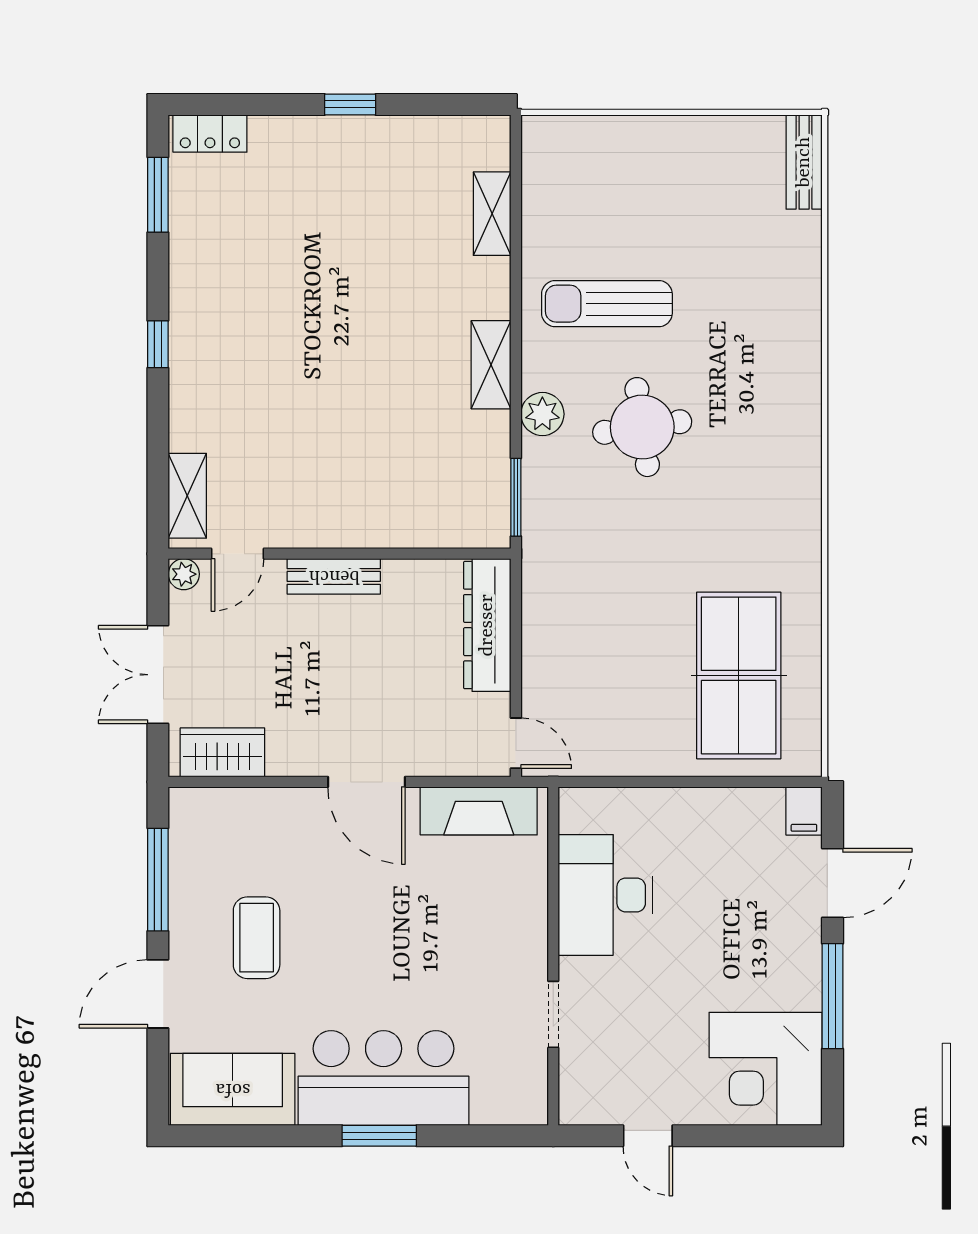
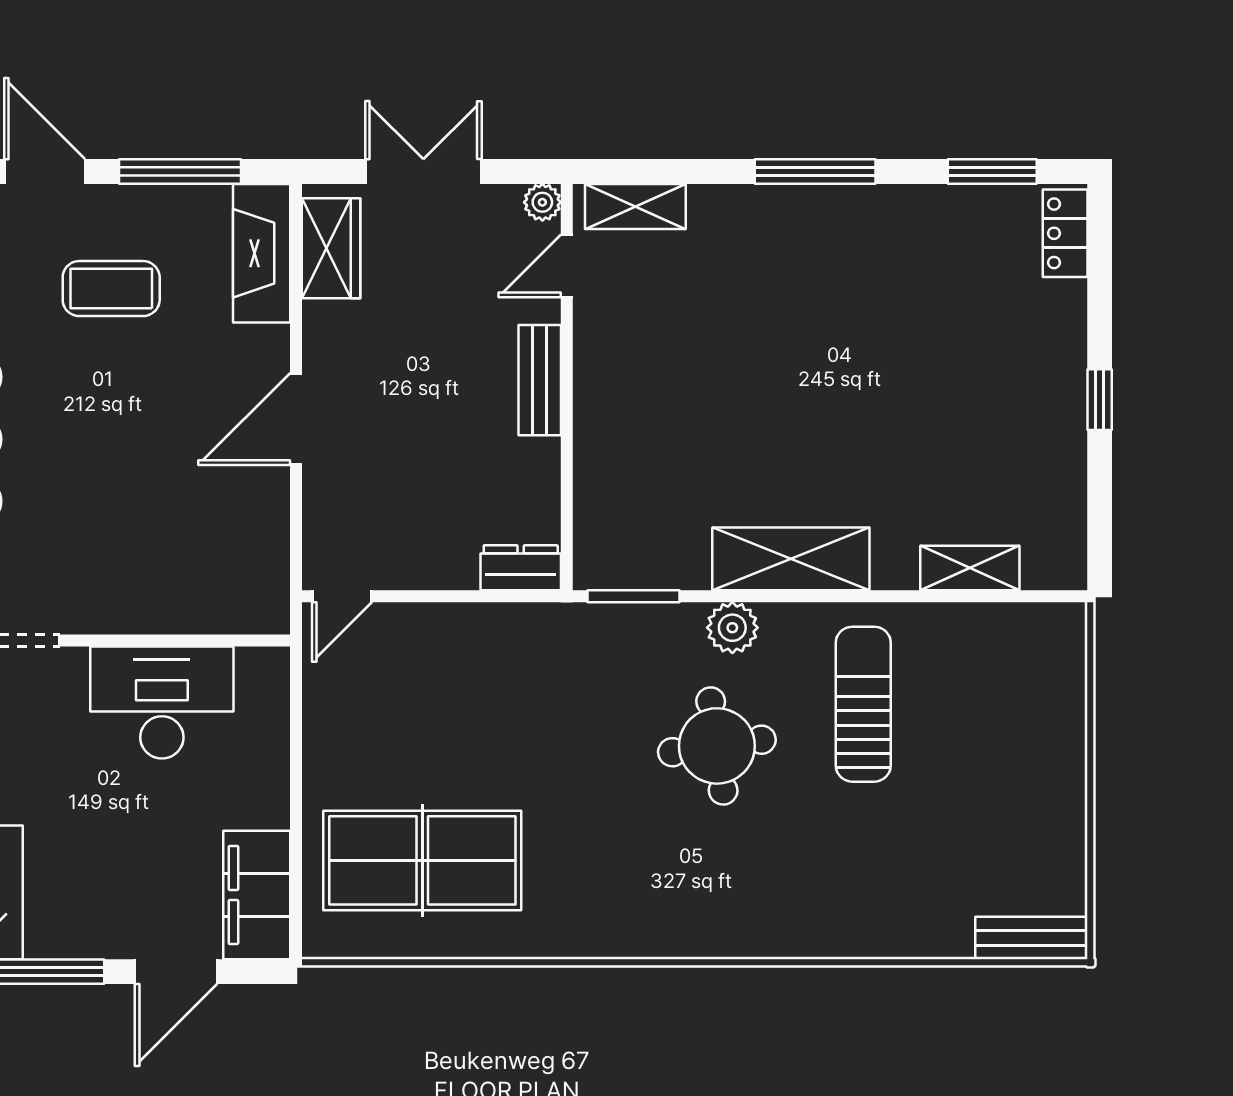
window: (158, 344) -> (815, 172), width x2.17
shelving: (491, 365) -> (791, 559), width x1.50, depth x1.33
door: (237, 554) -> (567, 266), hinge flipped
dresser: (487, 625) -> (521, 568), width x0.51, depth x0.80
fireplace: (479, 811) -> (262, 253), moved
filing cabinet: (804, 811) -> (257, 895), width x3.00, depth x1.17
door: (832, 883) -> (176, 972), hinge flipped

